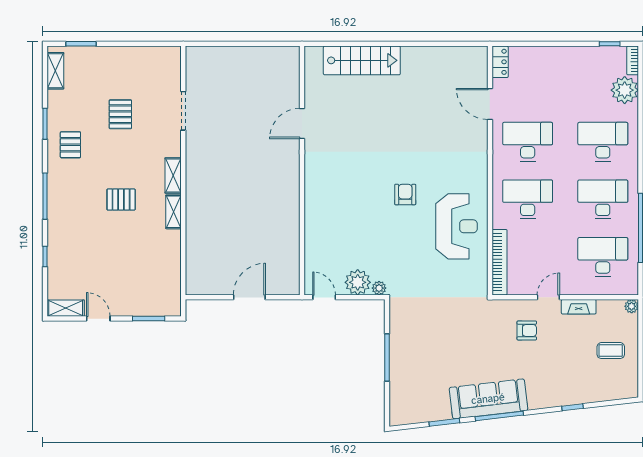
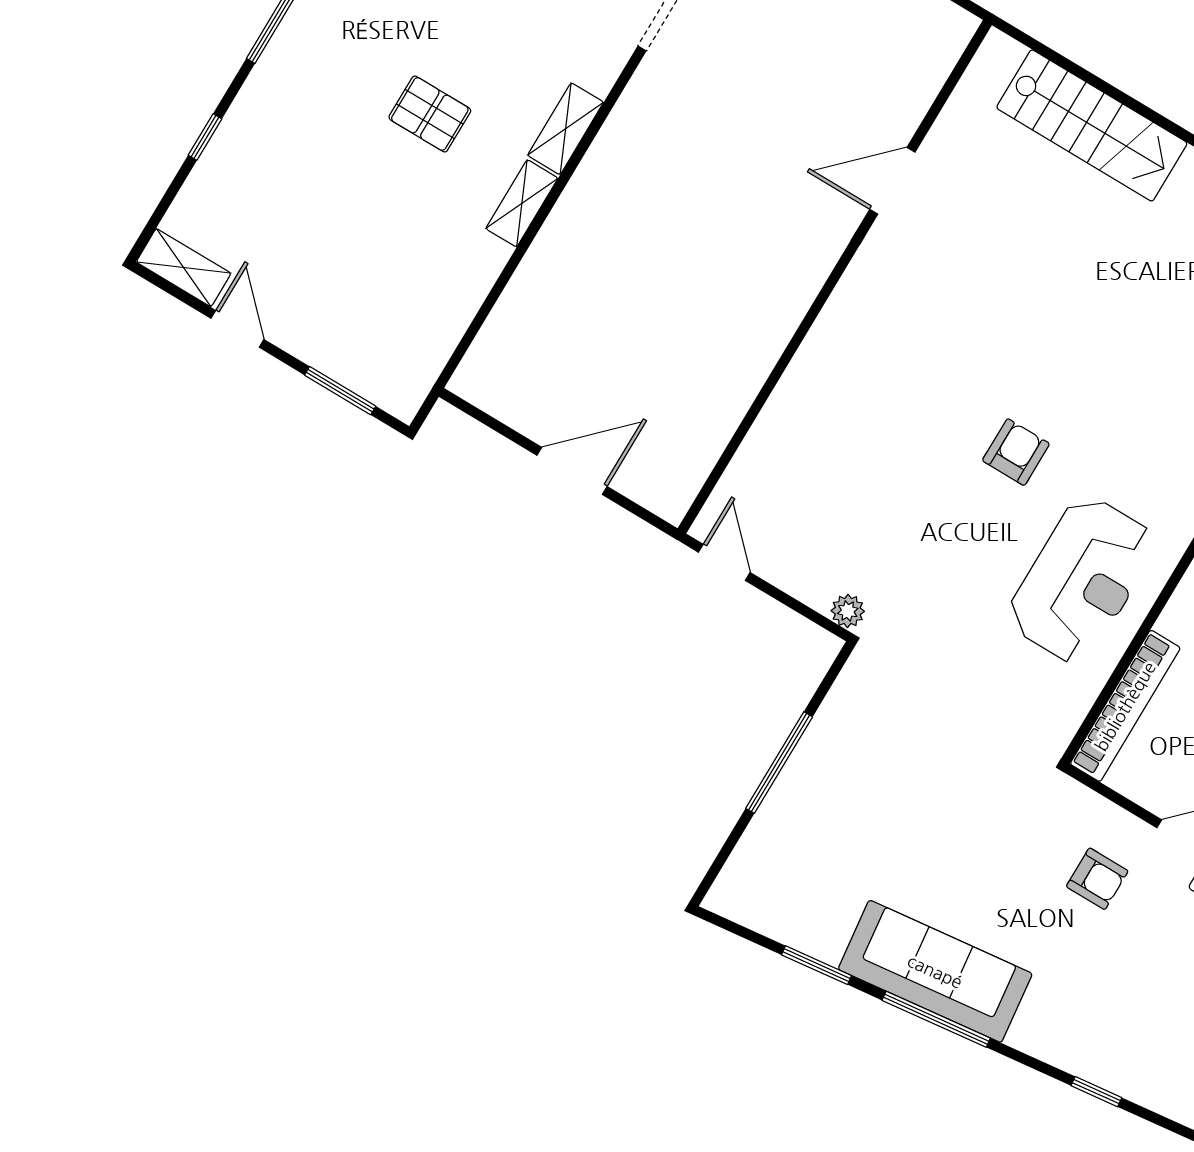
plant: (358, 282) -> (811, 573), removed

